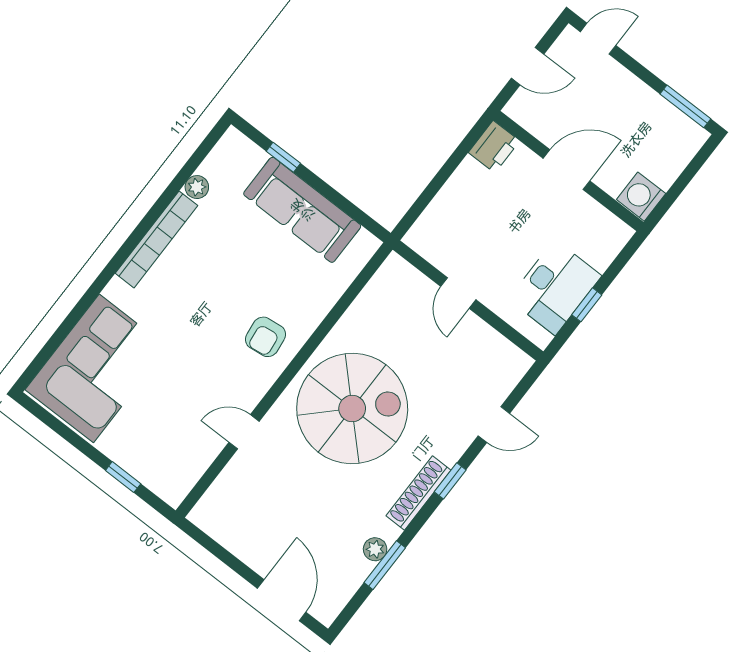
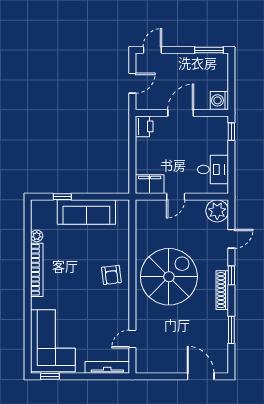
filing cabinet: (433, 243) -> (150, 184), added
desk: (555, 287) -> (213, 169), width x0.73
door: (458, 293) -> (176, 197), hinge flipped
window: (587, 305) -> (231, 132), moved
door: (244, 432) -> (132, 339), moved
tv unit: (148, 475) -> (107, 367), added
window: (123, 477) -> (50, 376), moved
plant: (375, 549) -> (217, 211), moved, width x1.88, depth x1.88

